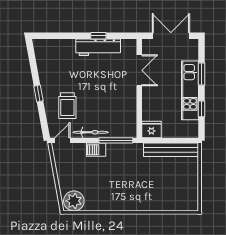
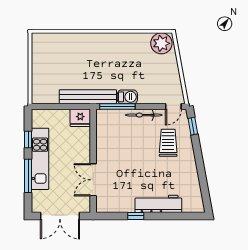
workbench: (98, 47) -> (158, 204), moved
window: (202, 74) -> (28, 176), width x1.44
window: (39, 94) -> (193, 126), moved
barbecue: (96, 150) -> (127, 97), moved
bench: (171, 150) -> (88, 97), moved

